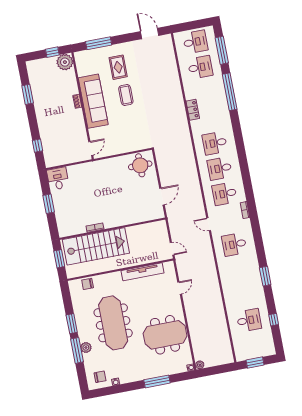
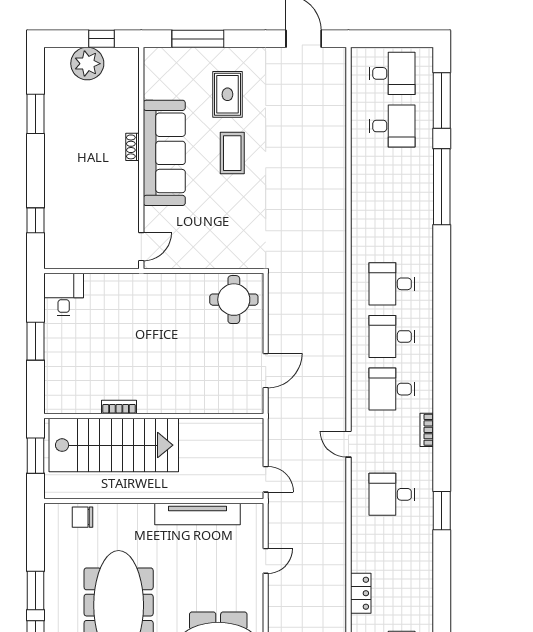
plant: (65, 62) -> (87, 64), moved
locker: (193, 110) -> (361, 593), moved
window: (265, 276) -> (442, 511), moved

